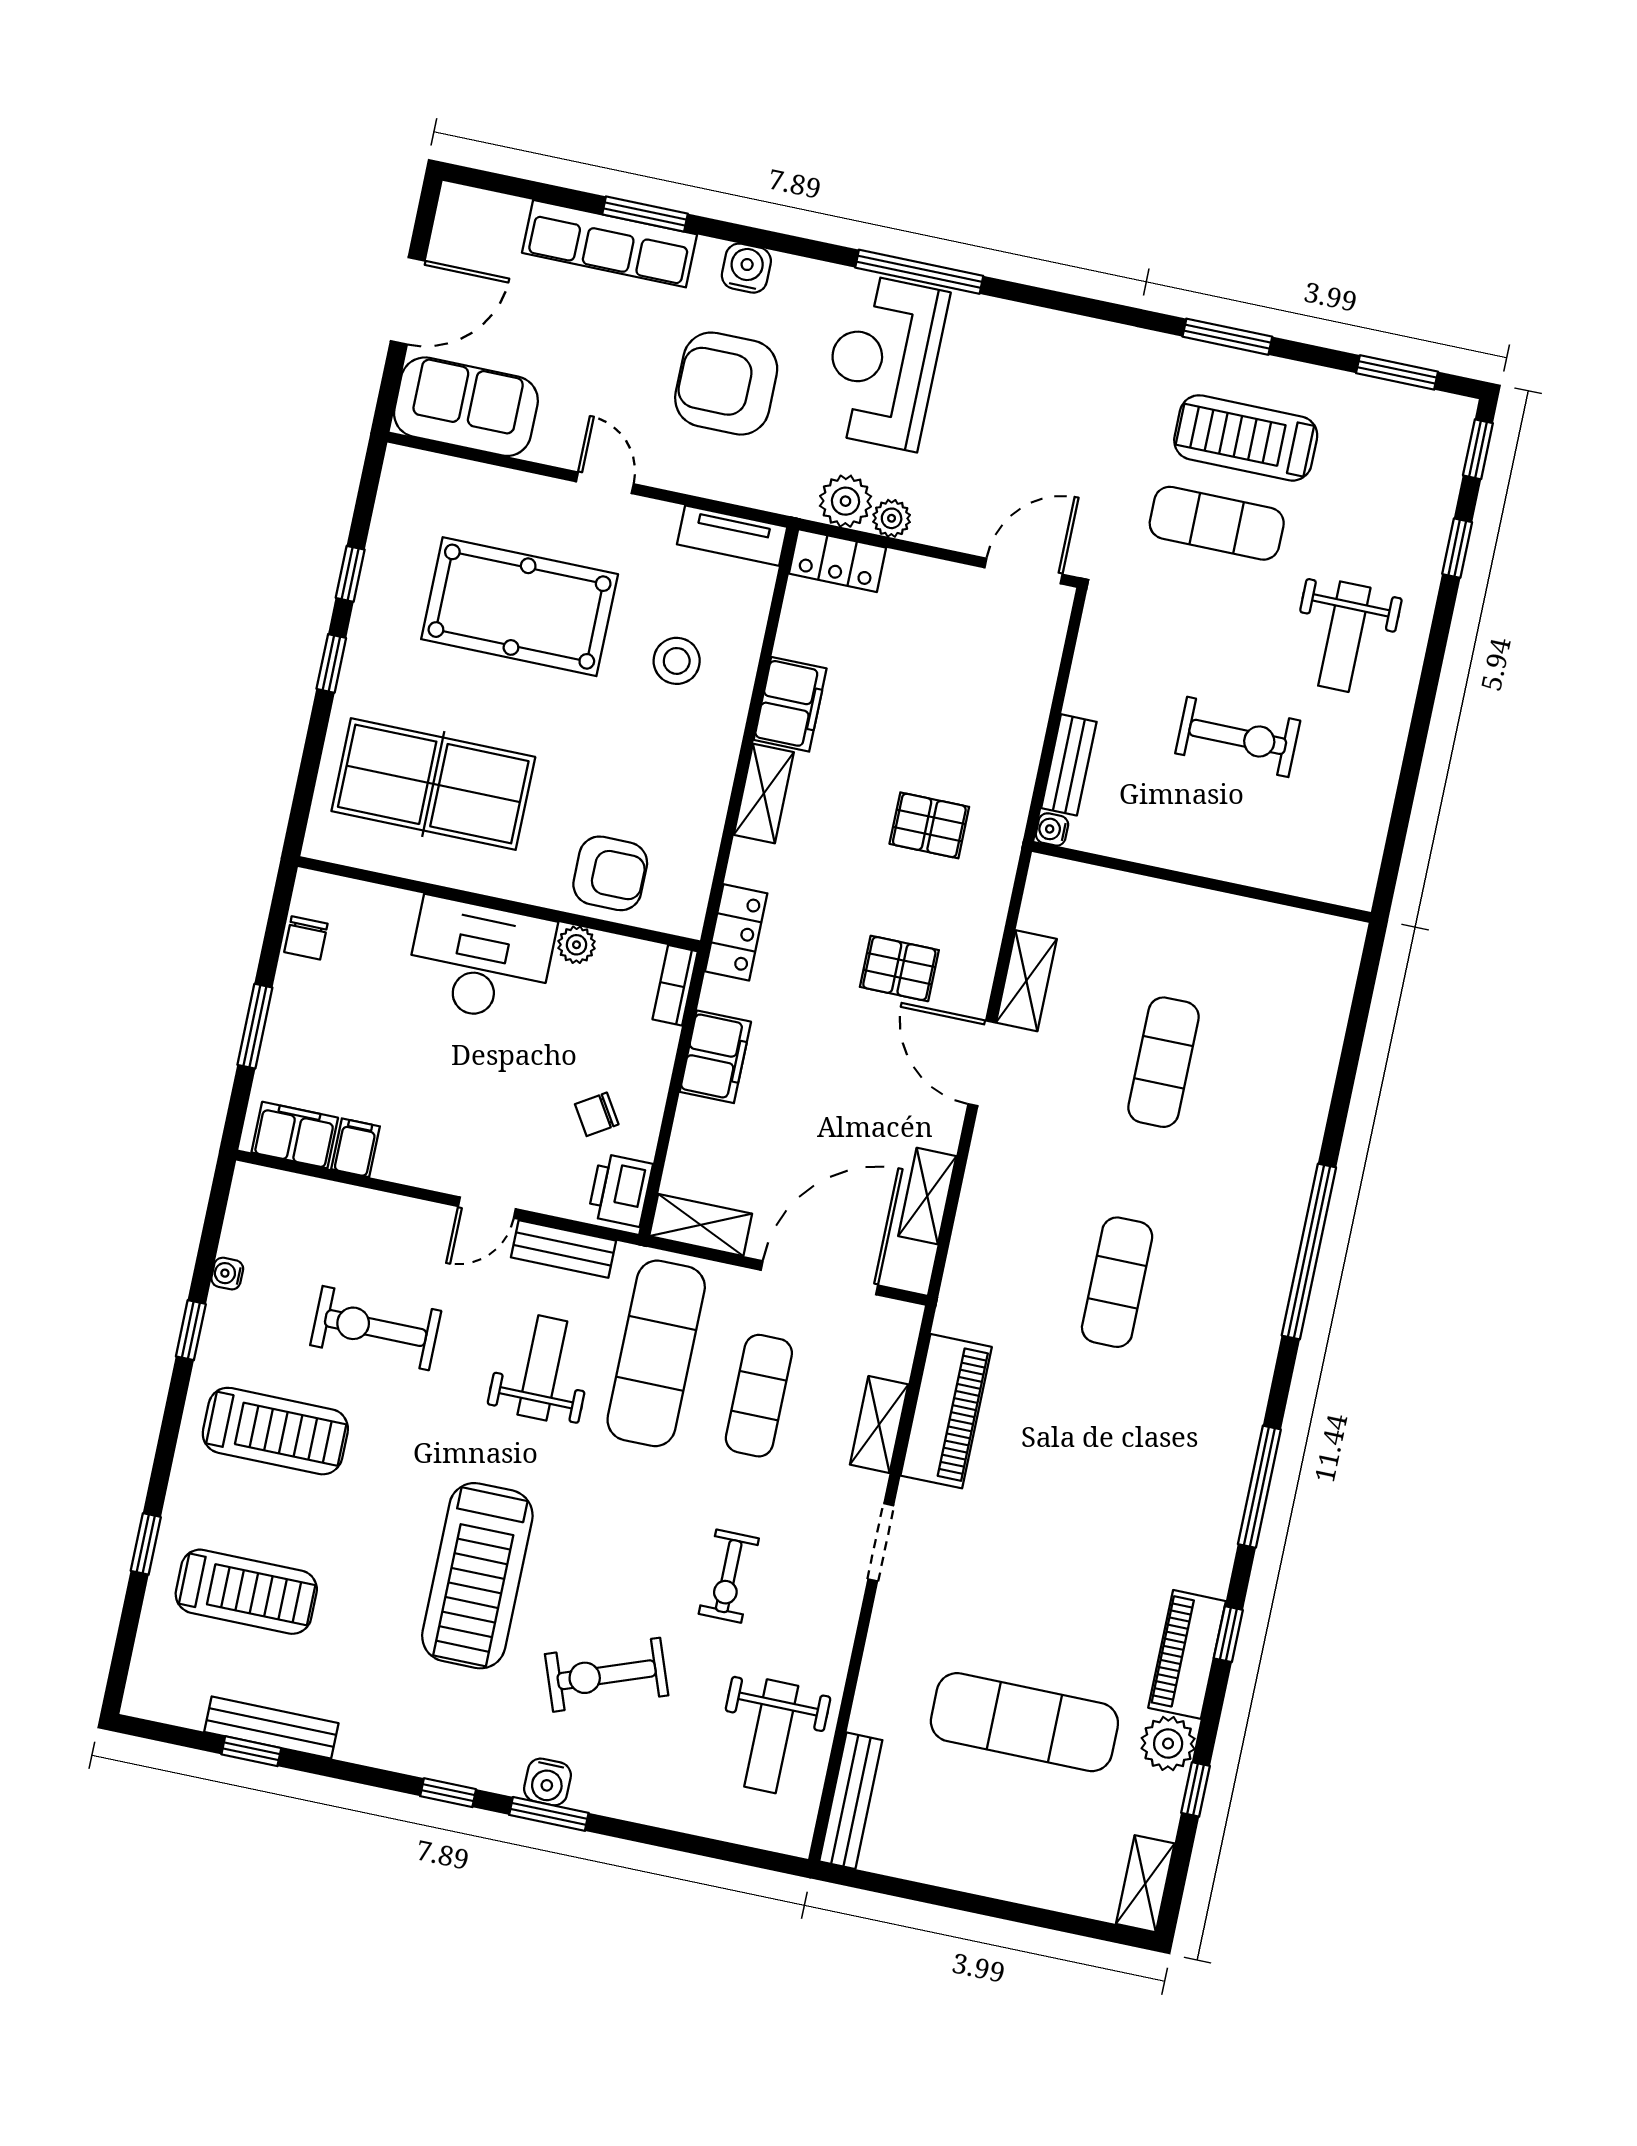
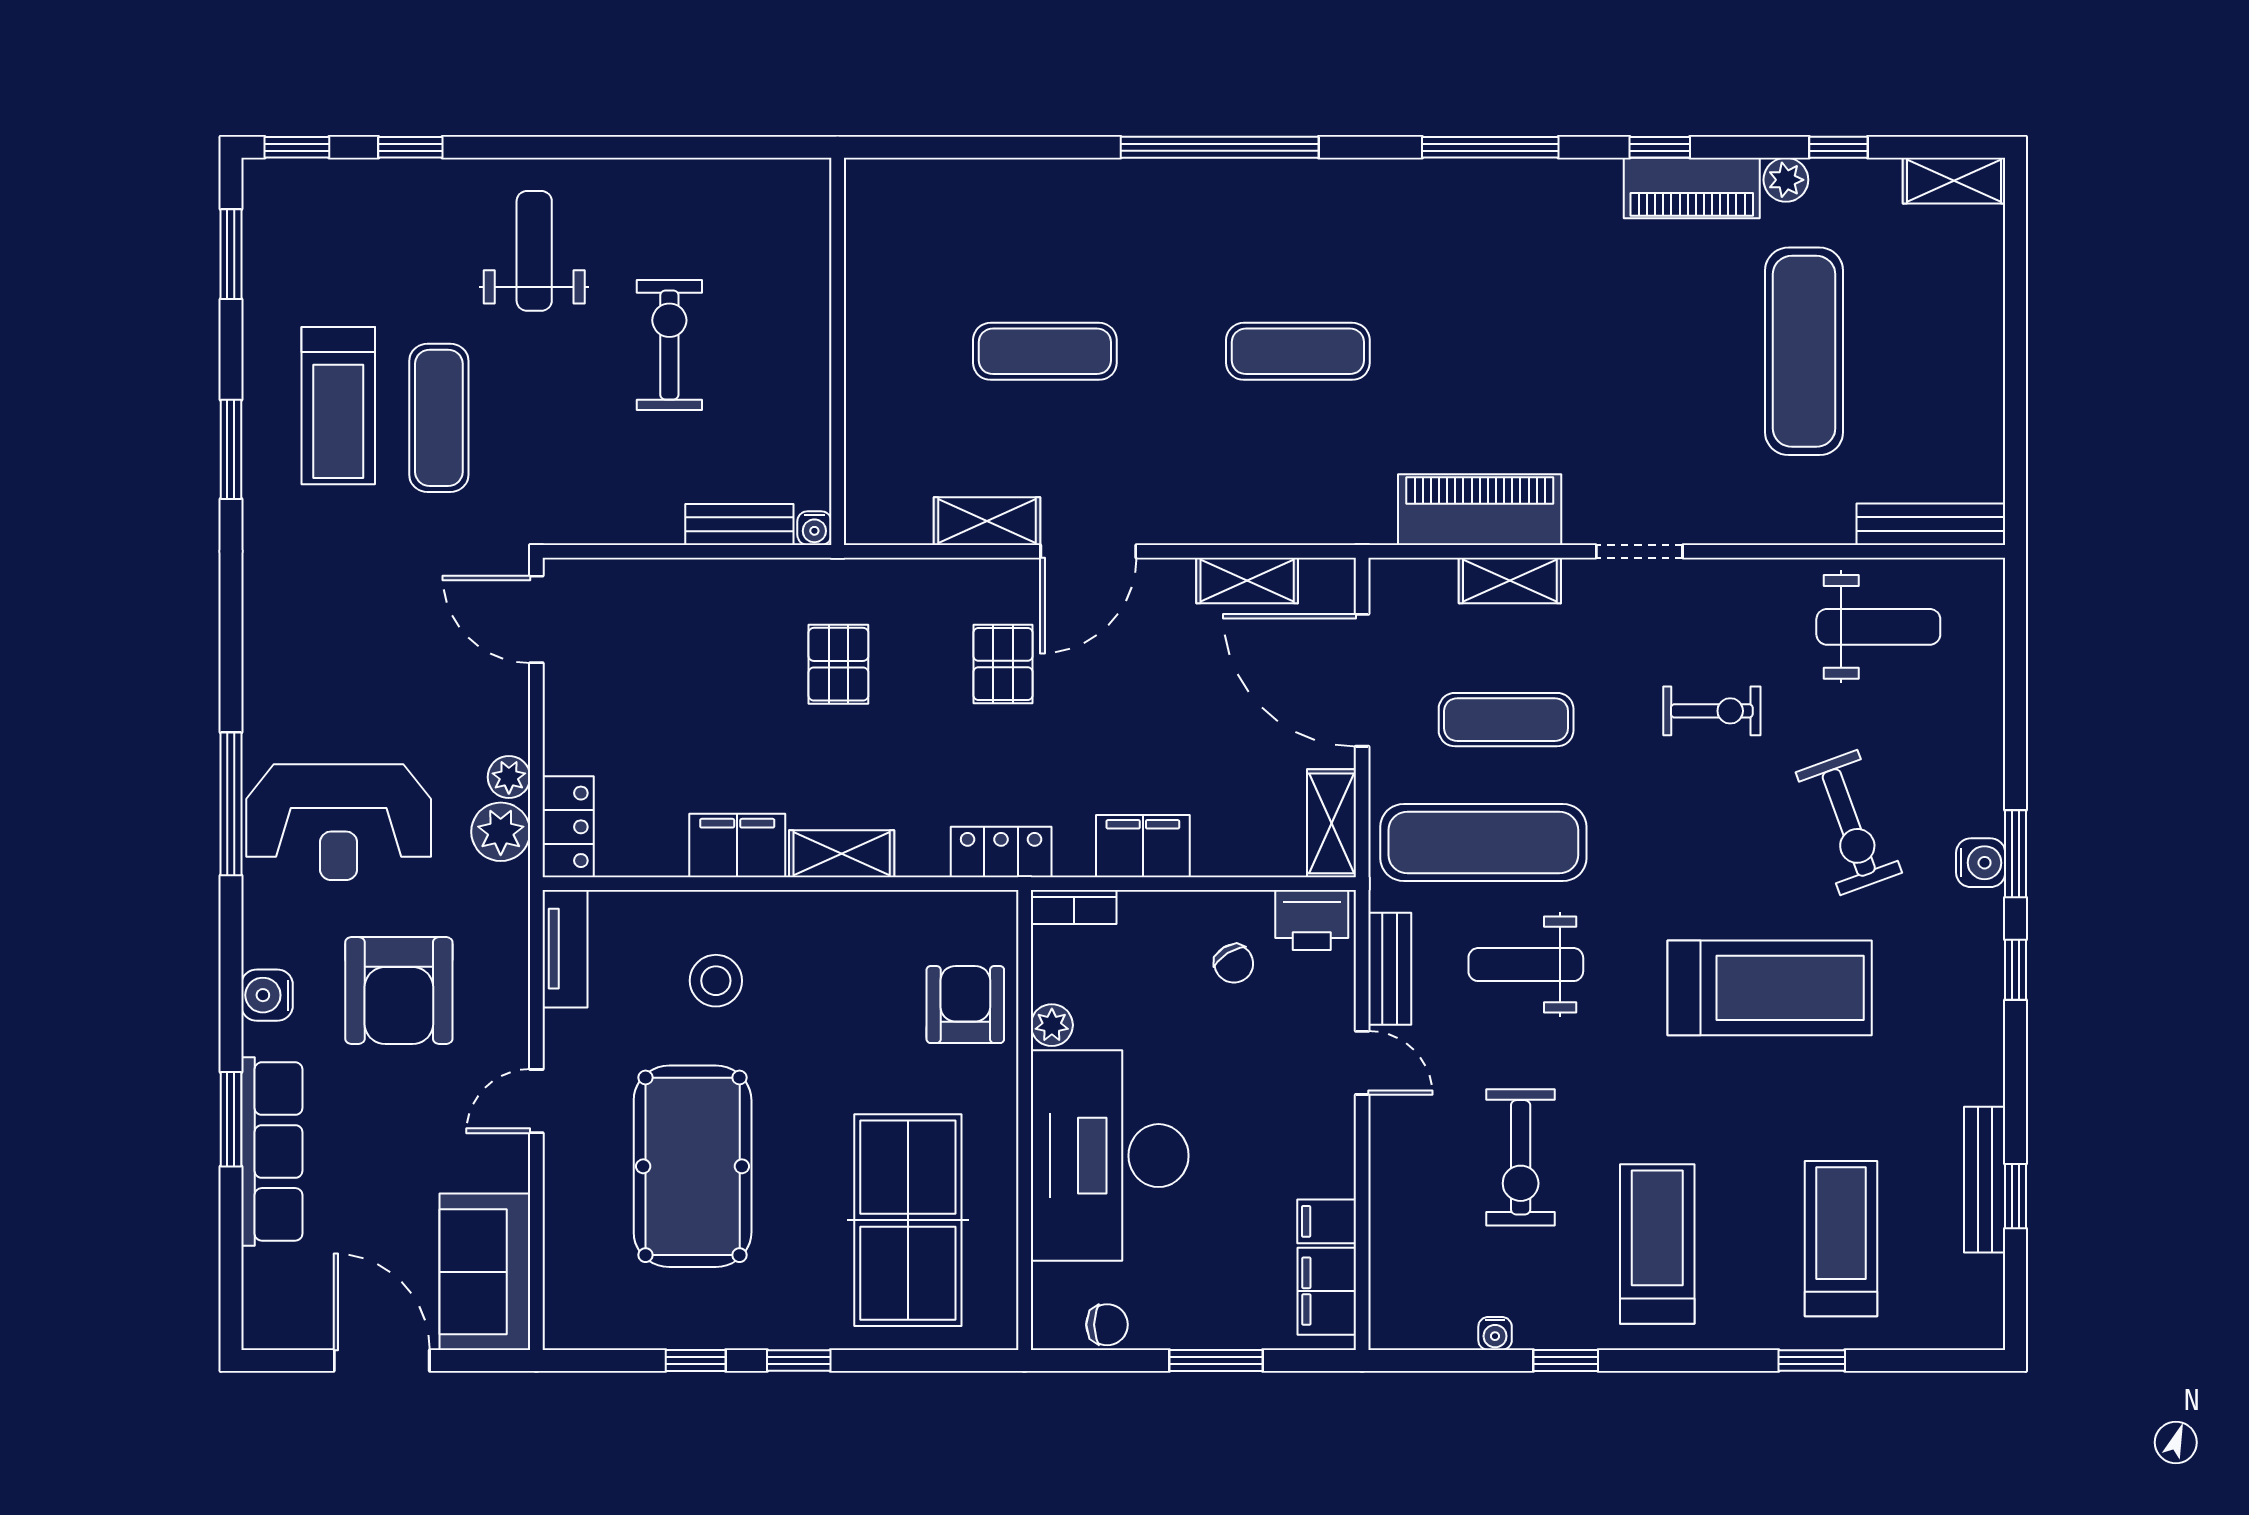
weight bench: (1344, 637) -> (534, 251), turned -90
desk: (480, 960) -> (1110, 1156), width x1.36, depth x1.30
plant: (1168, 1743) -> (1786, 180), width x0.73, depth x0.73

